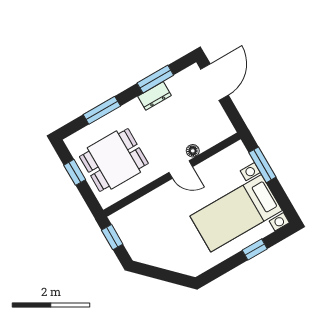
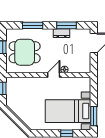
window: (262, 165) -> (94, 116), moved
door: (181, 170) -> (54, 75), swing flipped

